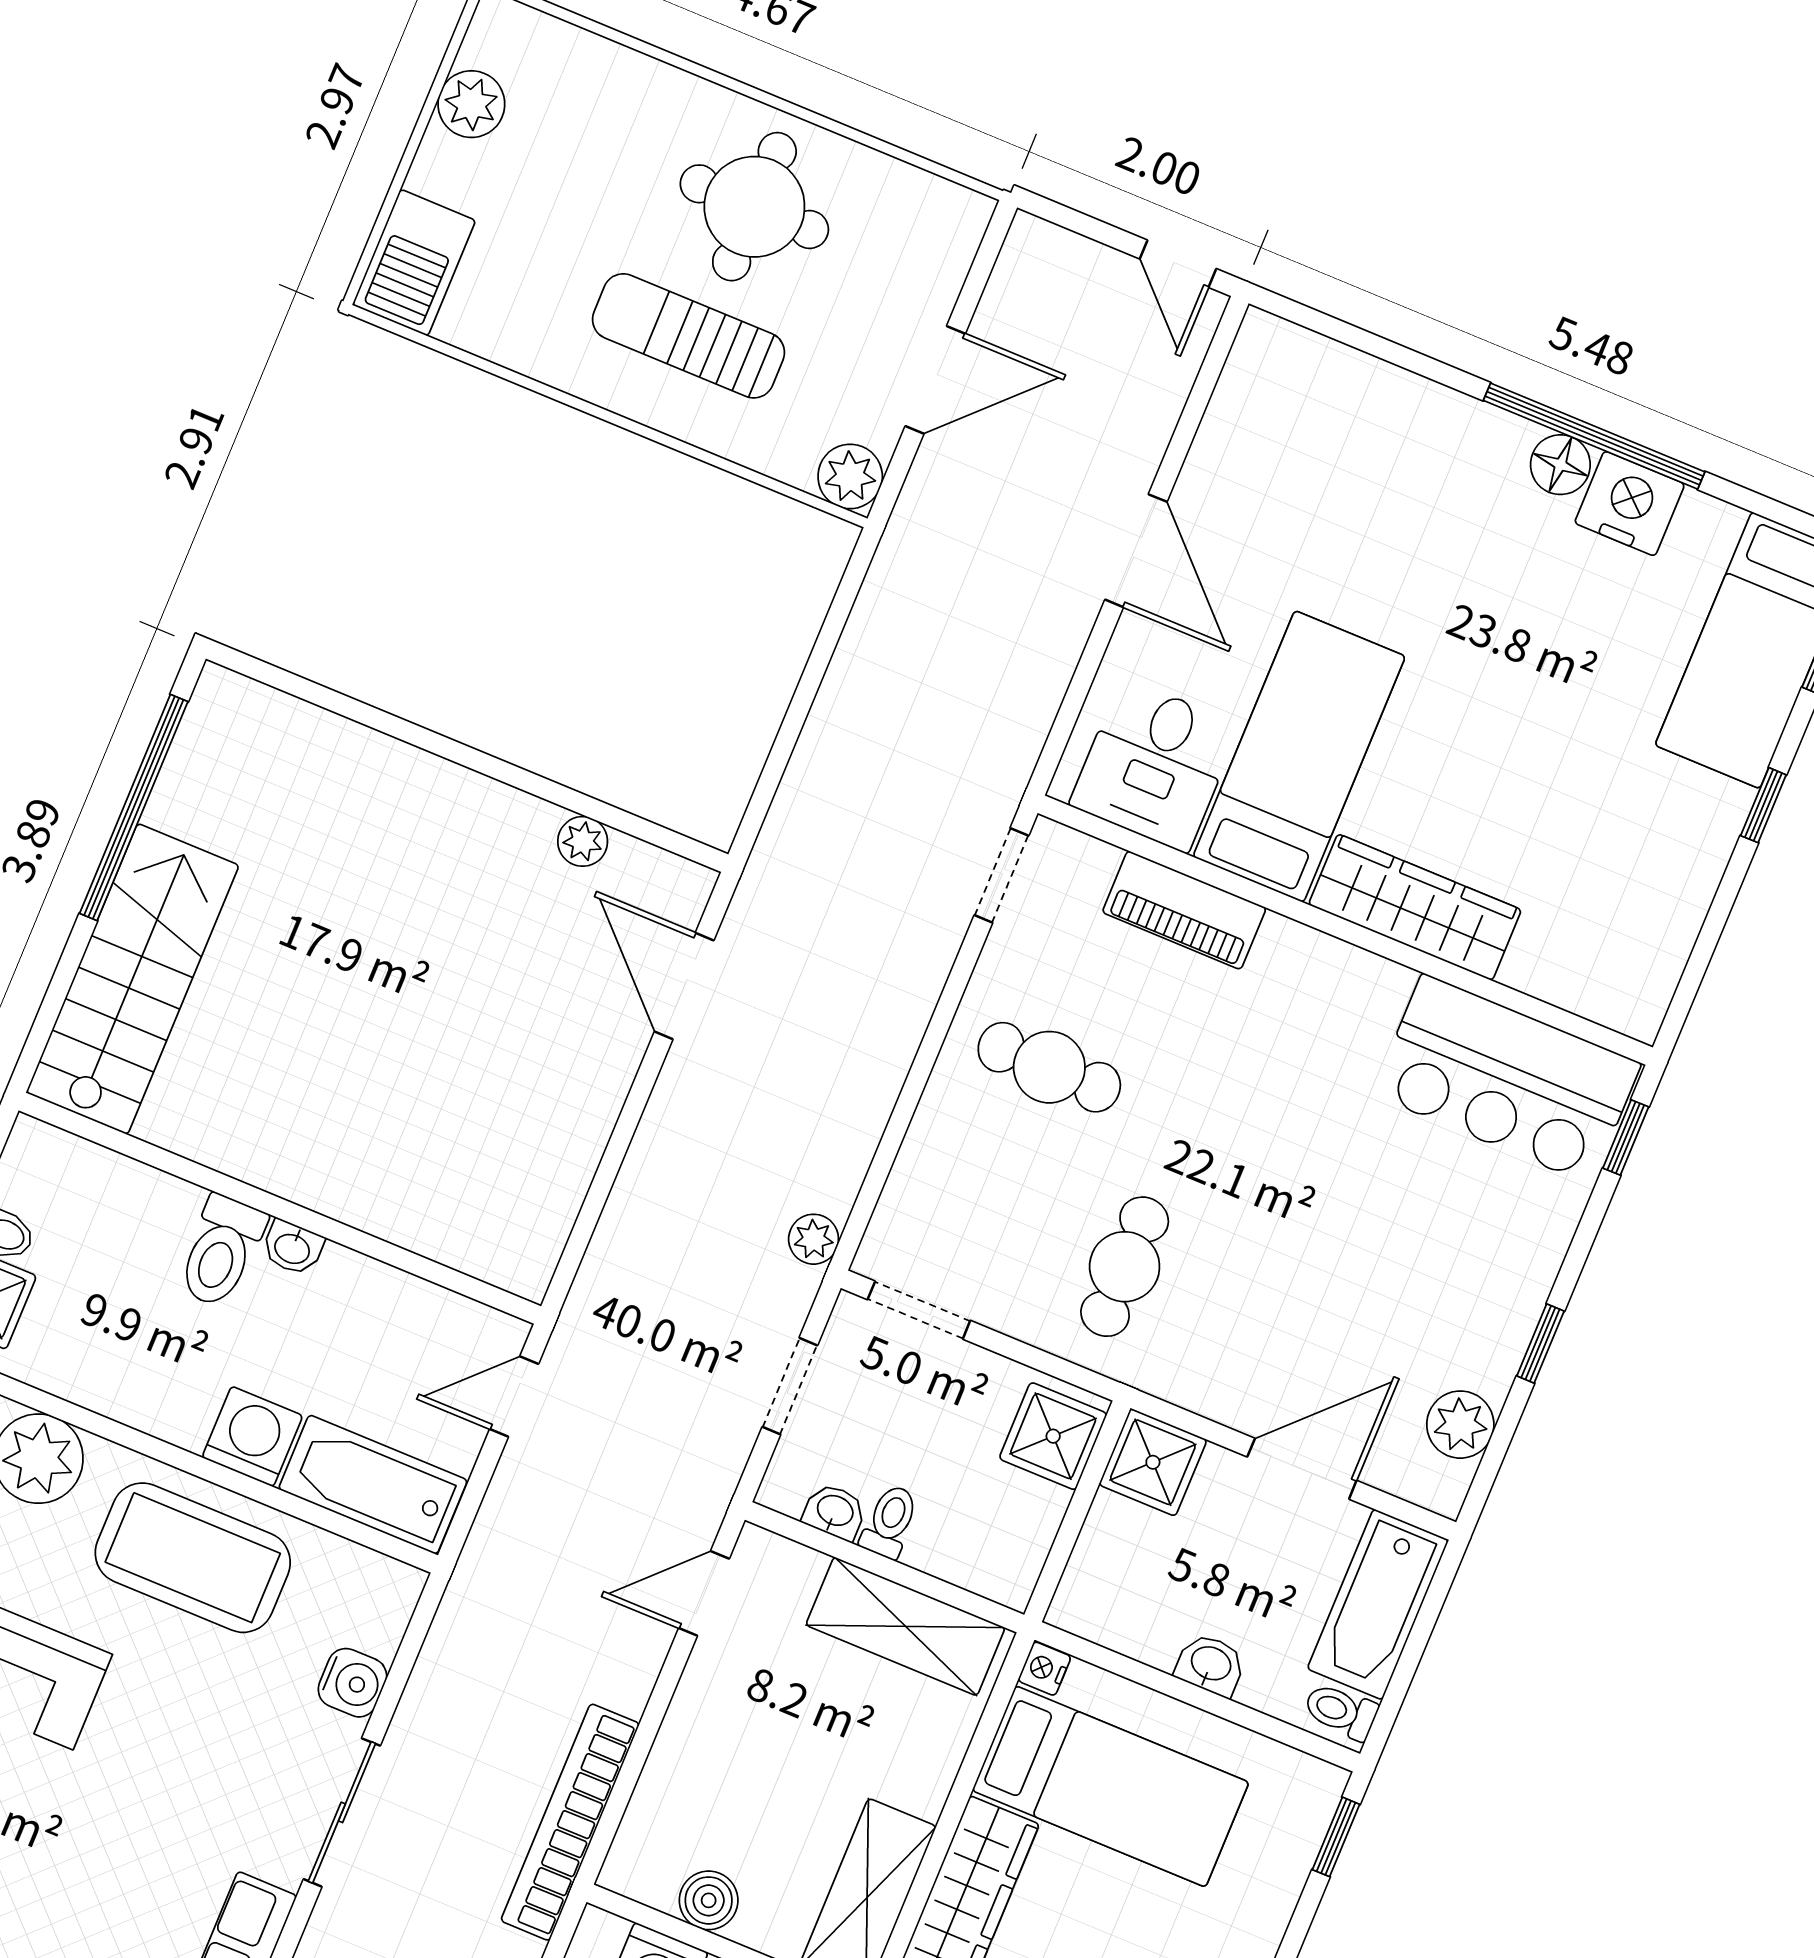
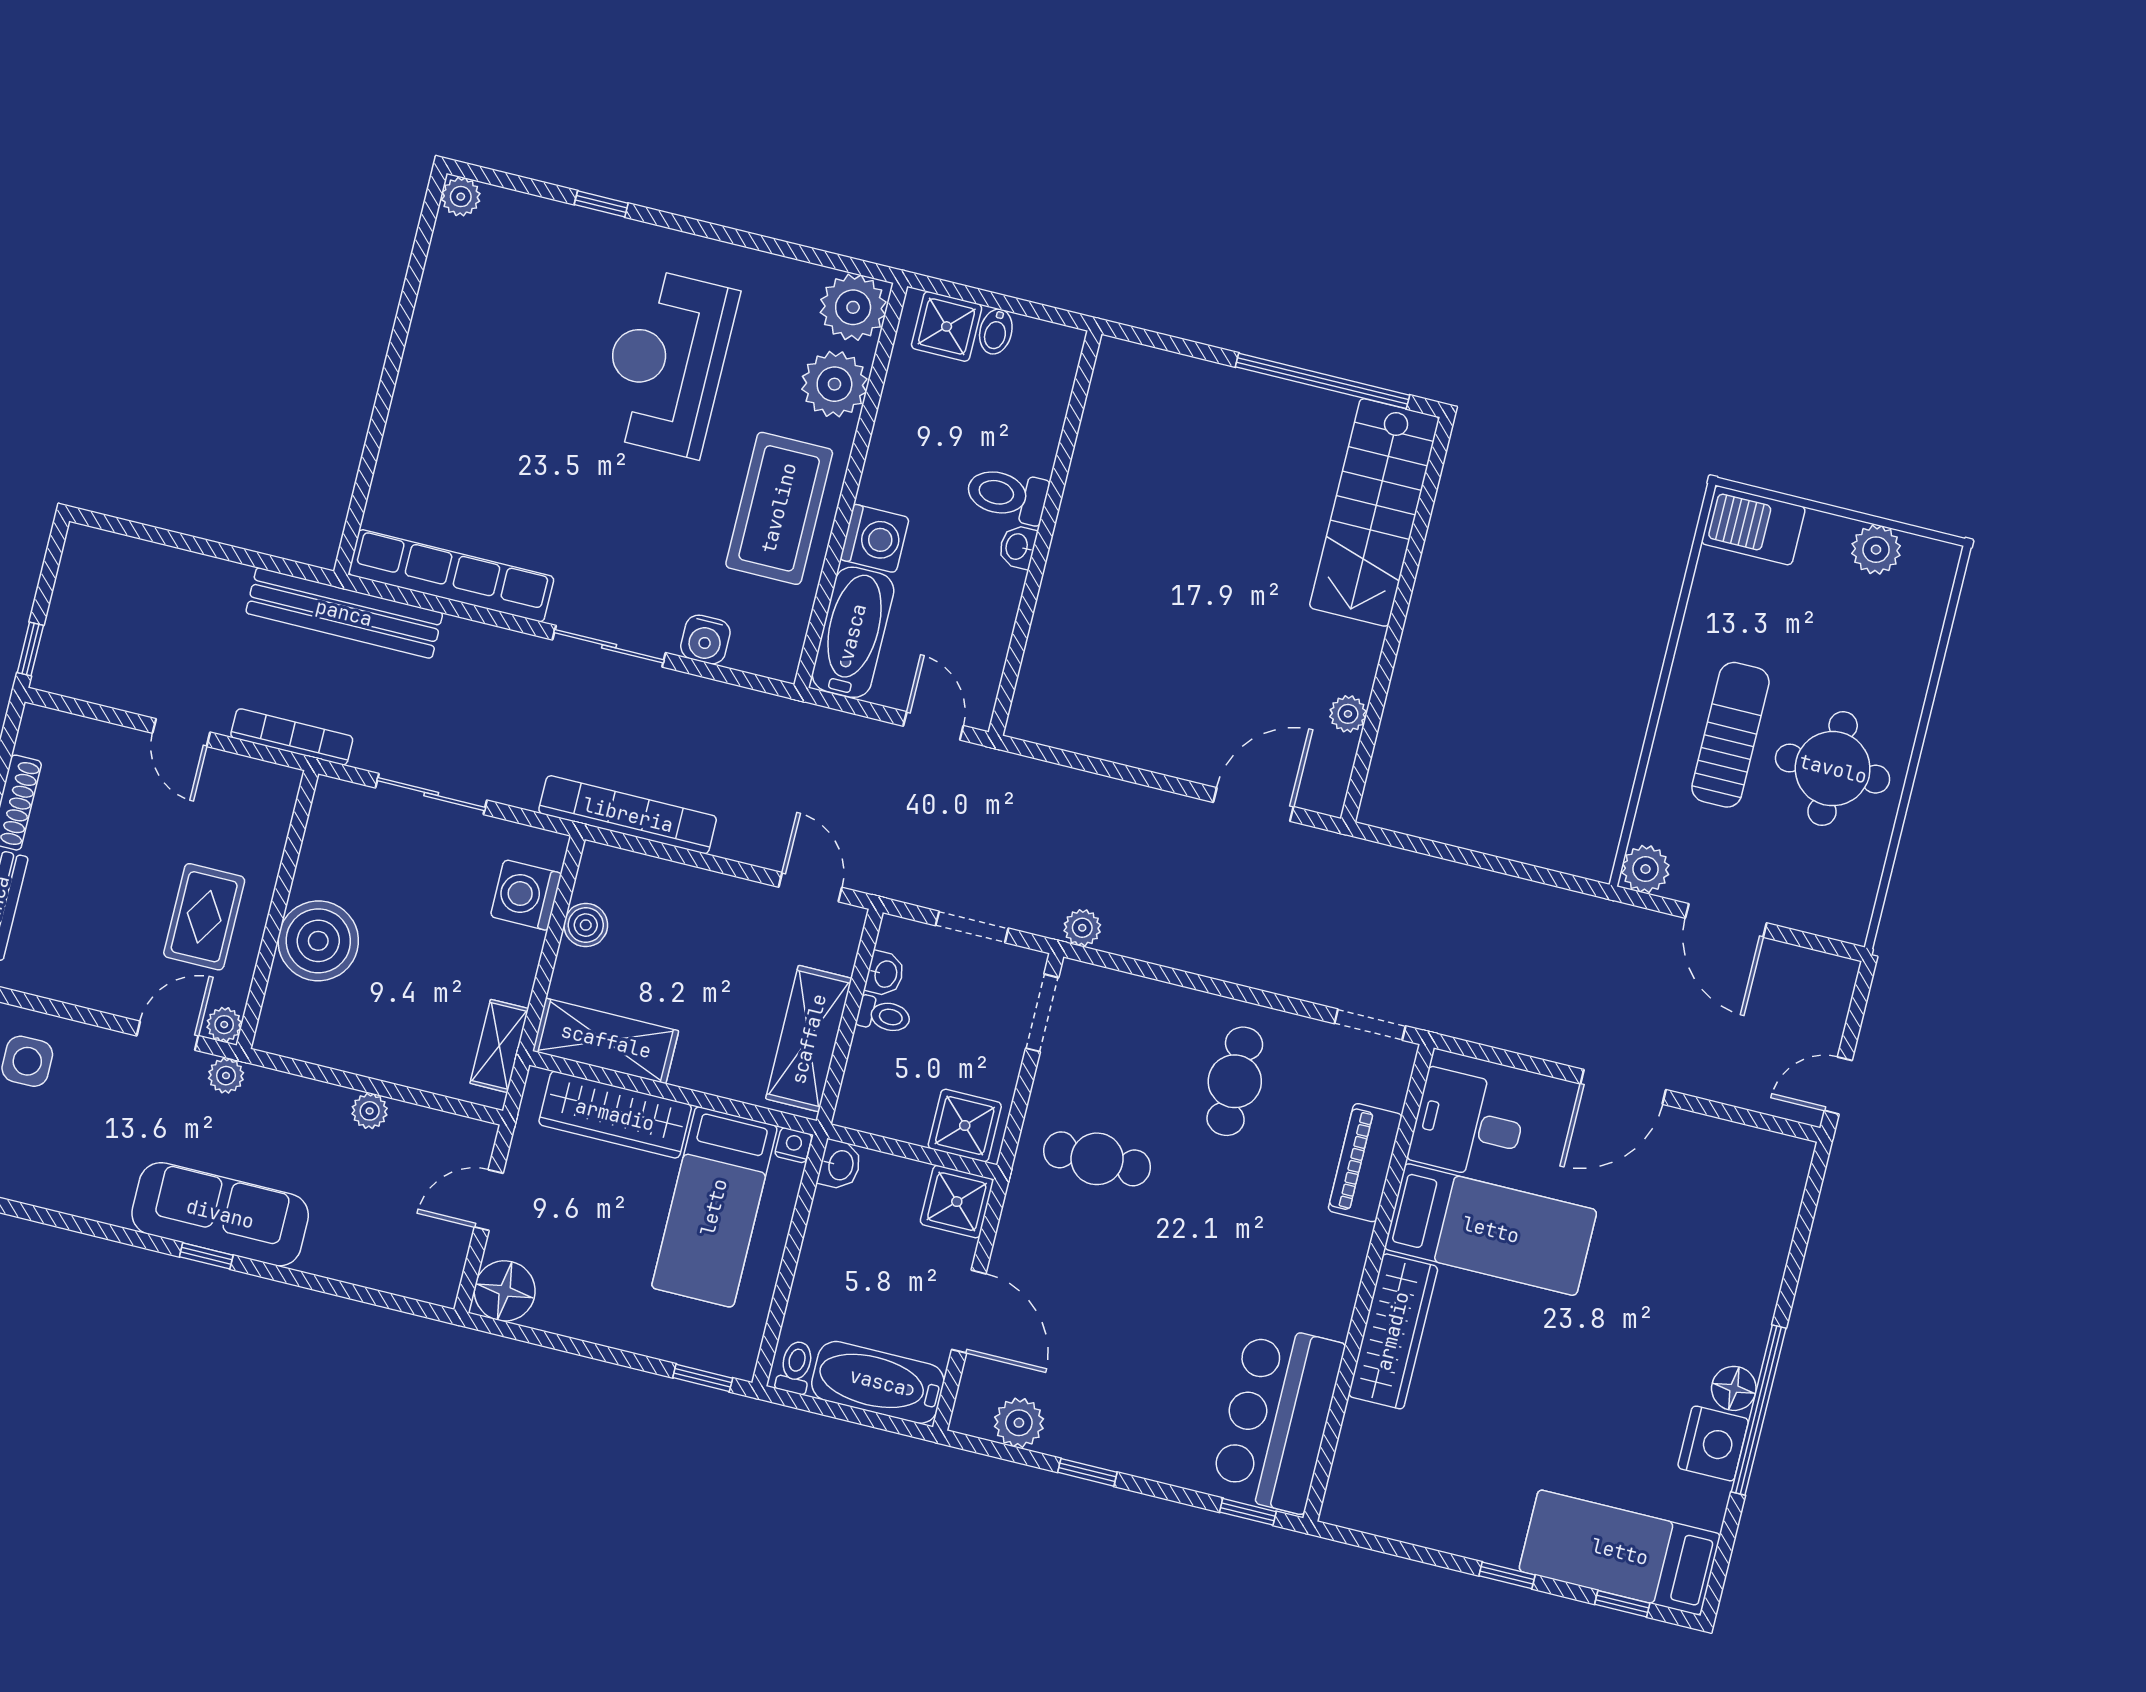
stairs: (133, 979) -> (1374, 512), moved, turned 90
washbasin: (1211, 1665) -> (840, 1165), moved

